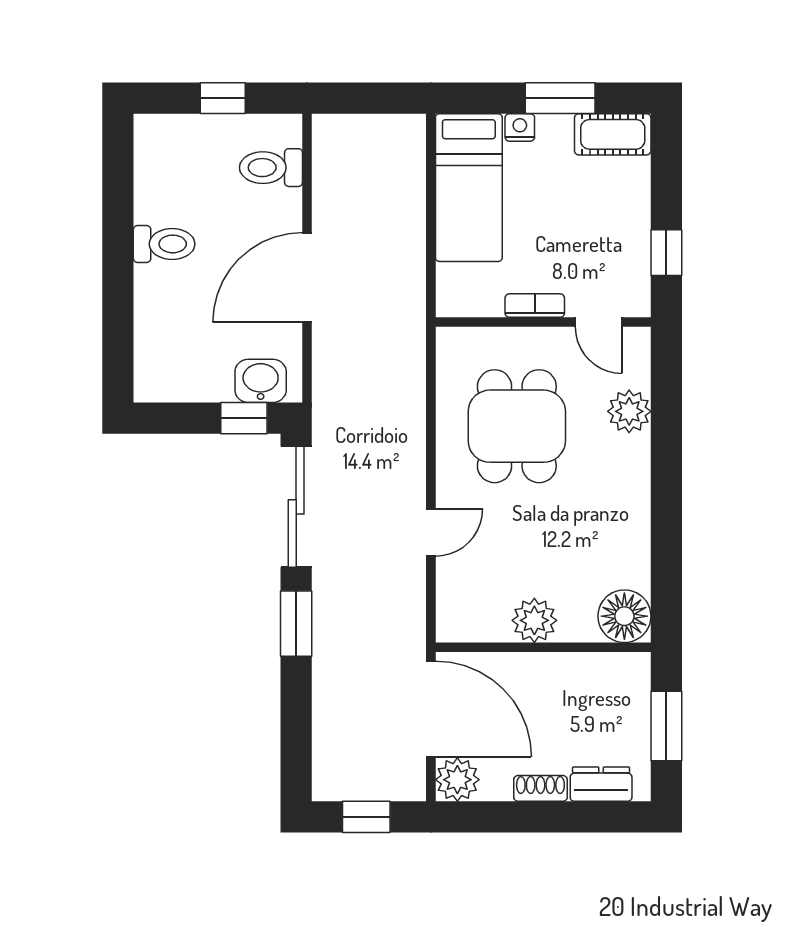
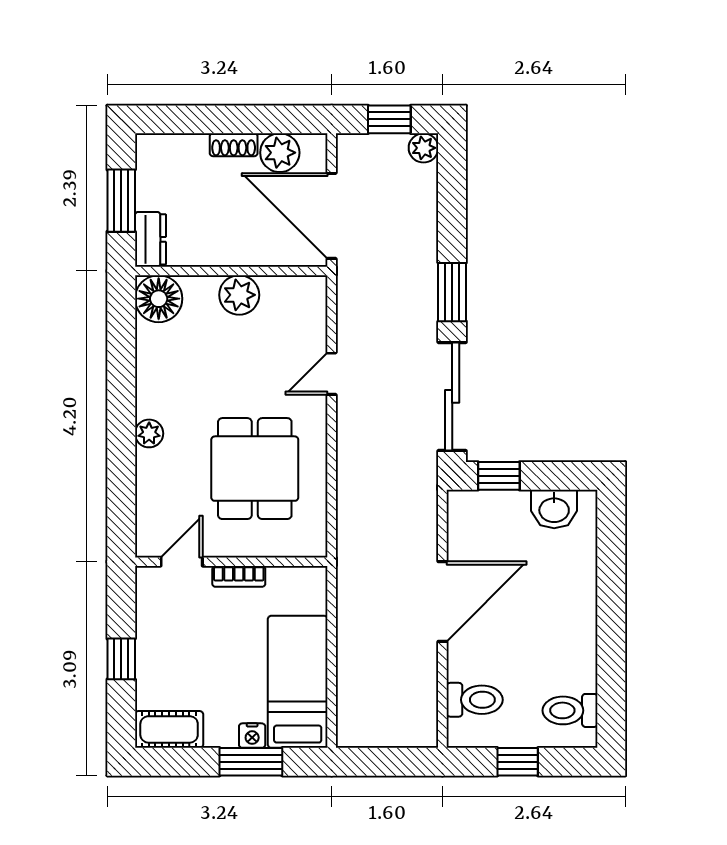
window: (560, 98) -> (251, 762), moved
toilet: (164, 244) -> (570, 710), moved
window: (666, 253) -> (121, 659), moved
door: (599, 322) -> (182, 562), hinge flipped
washbasin: (261, 381) -> (554, 509), moved
plant: (629, 411) -> (149, 433), moved, width x0.73, depth x0.73
plant: (457, 780) -> (280, 153), moved
dresser: (601, 784) -> (150, 239), moved, turned -90
plant: (328, 785) -> (424, 148), added

